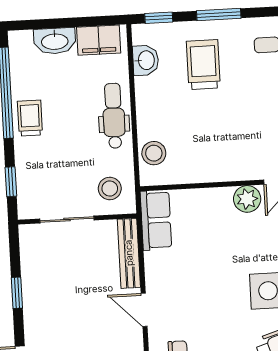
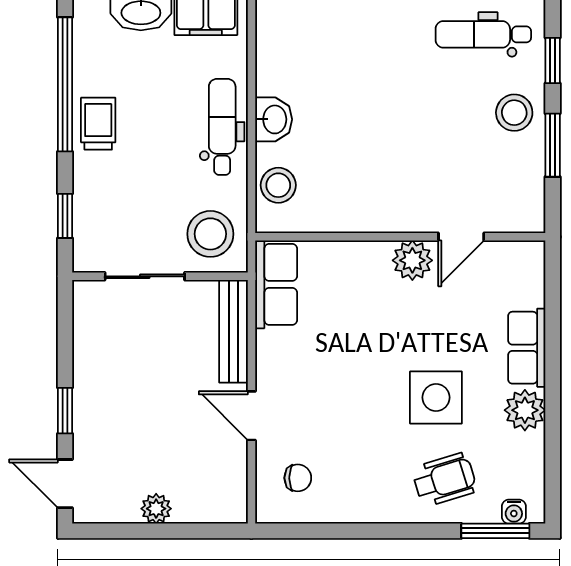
washbasin: (146, 60) -> (274, 119), moved
trolley: (203, 65) -> (358, 58), removed
stool: (110, 189) -> (210, 234), width x1.38, depth x1.38
window: (17, 293) -> (65, 411), moved

